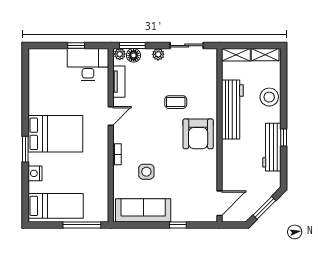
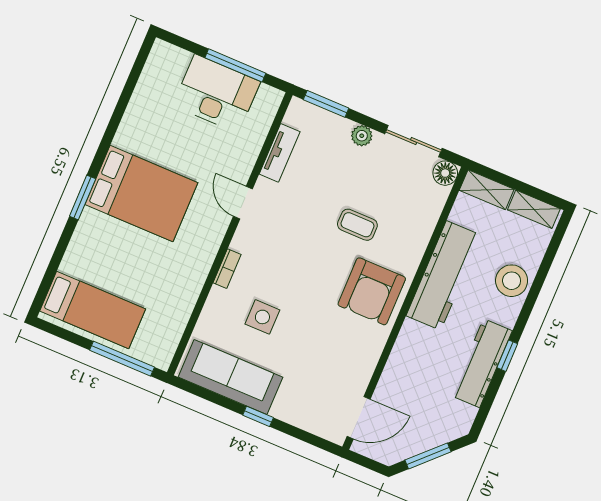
window: (76, 46) -> (235, 65), width x2.17
plant: (120, 54) -> (300, 109), removed
floor lamp: (134, 55) -> (445, 173), moved
desk: (88, 65) -> (217, 94), moved
door: (111, 116) -> (243, 203), swing flipped
nightstand: (35, 173) -> (82, 243), removed
window: (178, 225) -> (258, 416), moved

